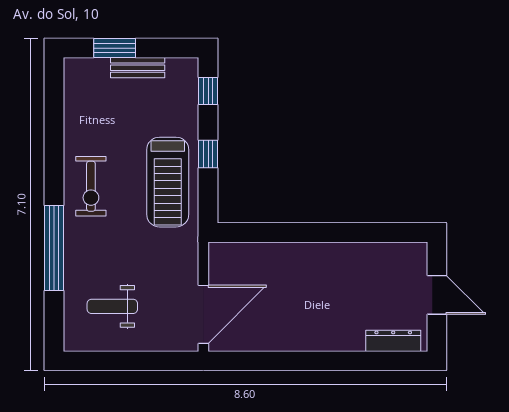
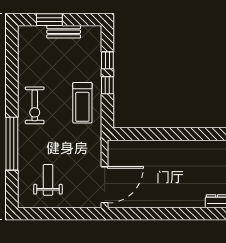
window: (208, 91) -> (107, 60), moved
treadmill: (168, 182) -> (82, 103), width x0.73, depth x0.73
weight bench: (112, 306) -> (48, 180), turned 90

